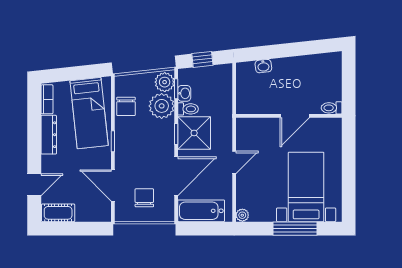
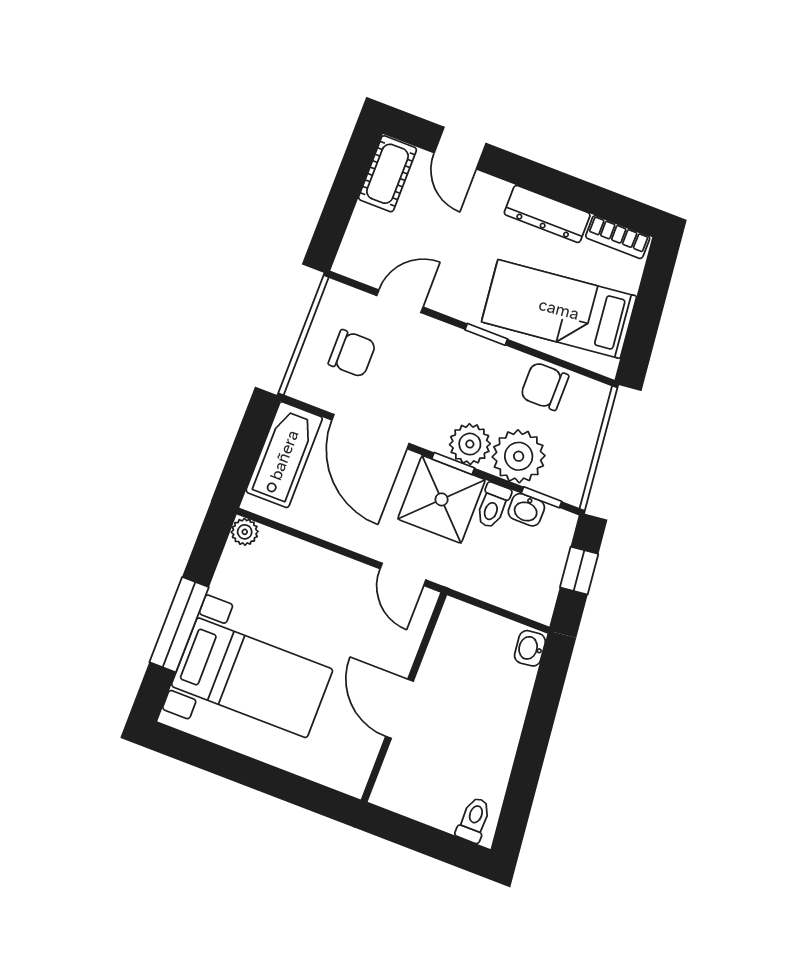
washbasin: (263, 66) -> (530, 648), moved
plant: (165, 82) -> (470, 444), moved
toilet: (332, 108) -> (474, 820), moved
door: (234, 162) -> (403, 574), moved
door: (113, 185) -> (400, 301), width x0.73

